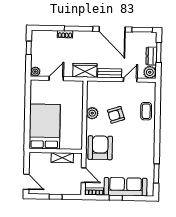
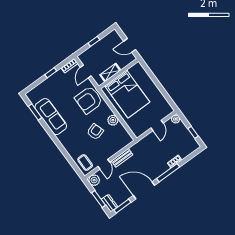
dresser: (151, 56) -> (110, 203), moved
wardrobe: (85, 70) -> (141, 147), removed
coffee table: (146, 111) -> (85, 163), moved
bed: (45, 127) -> (127, 94), moved
armchair: (100, 148) -> (89, 100), turned 90
door: (83, 175) -> (86, 72), hinge flipped
door: (26, 182) -> (130, 45), moved
sofa: (125, 187) -> (51, 117), moved, turned -90

